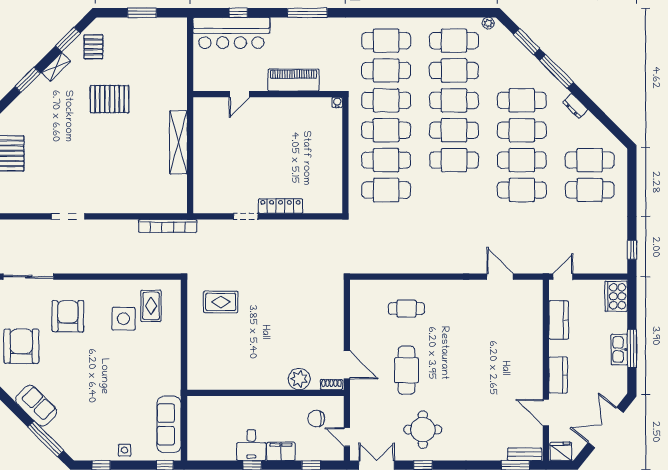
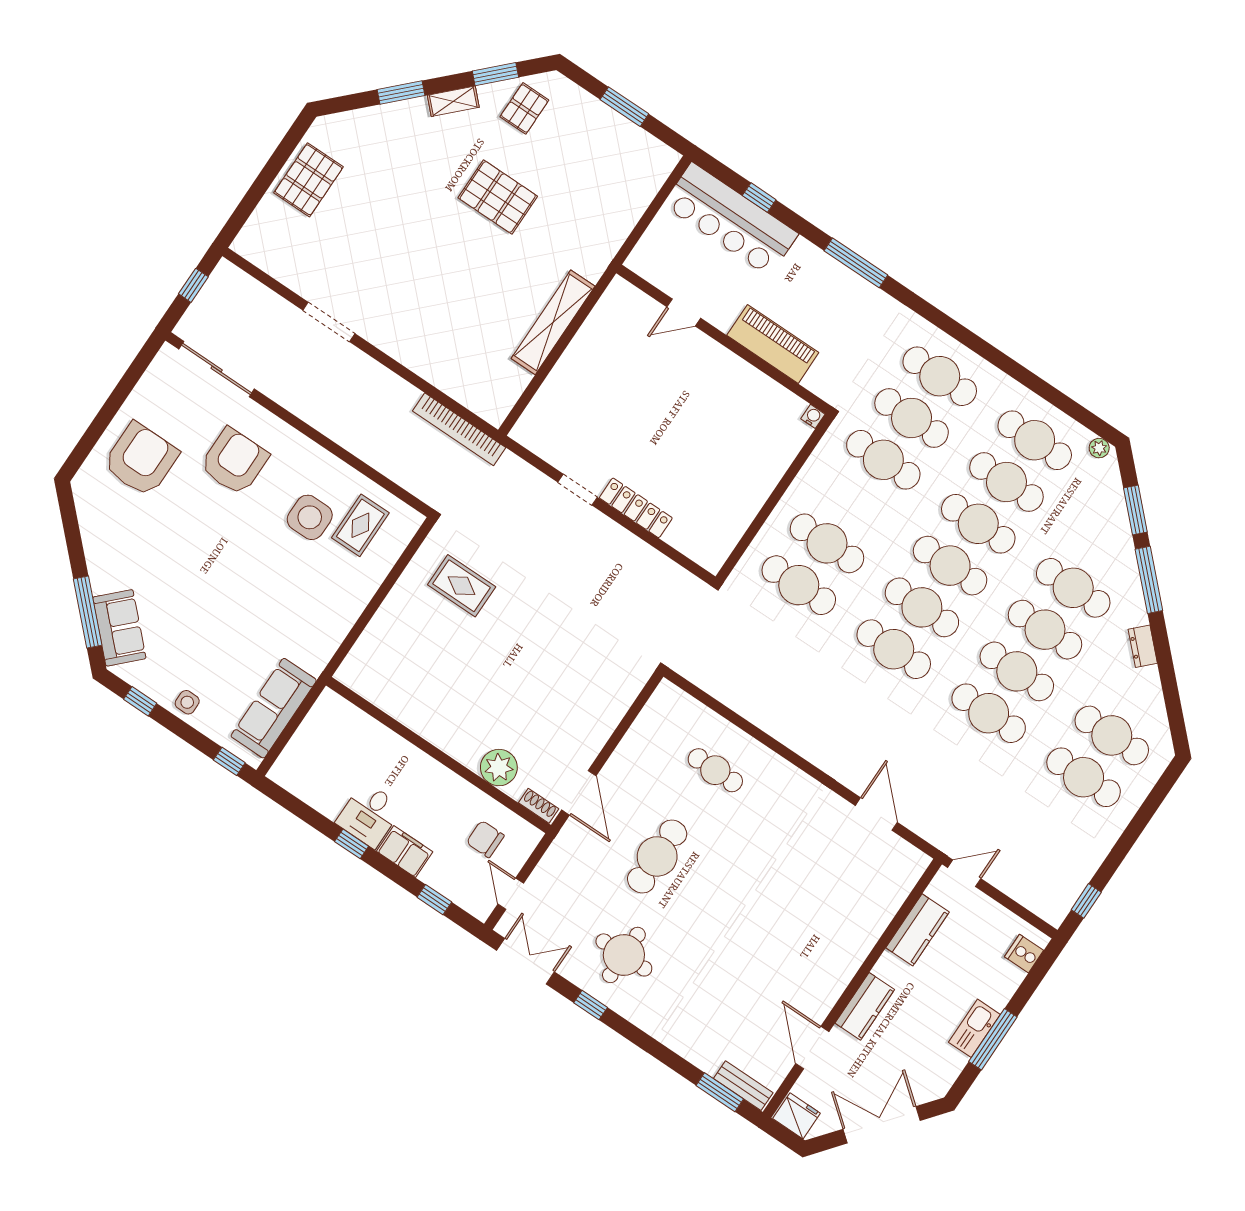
cafe table: (386, 130) -> (894, 649), moved
cooker: (616, 296) -> (1024, 954), width x0.53, depth x0.76
sofa: (36, 406) -> (119, 628), moved

